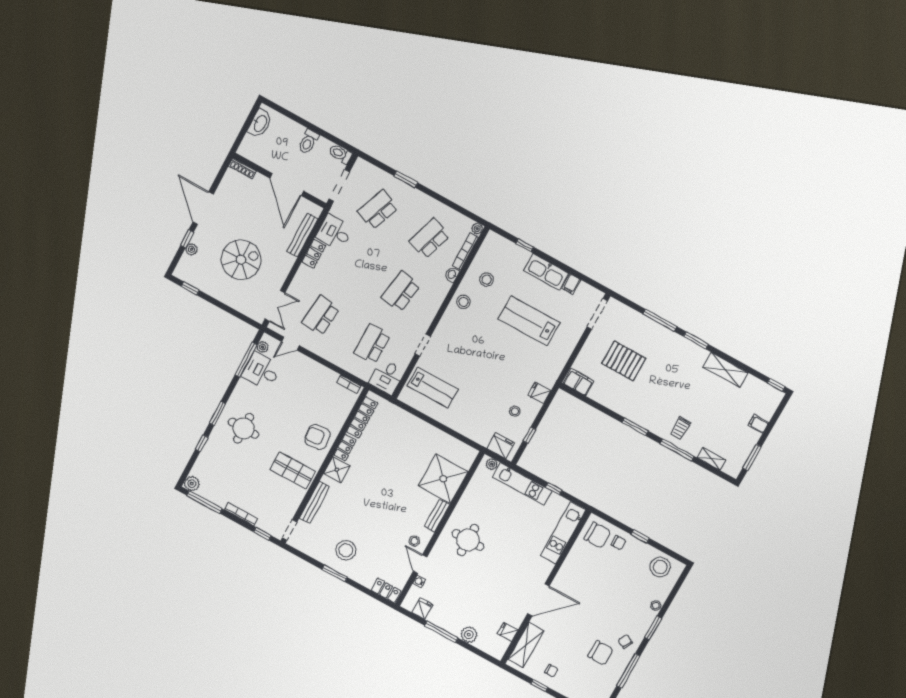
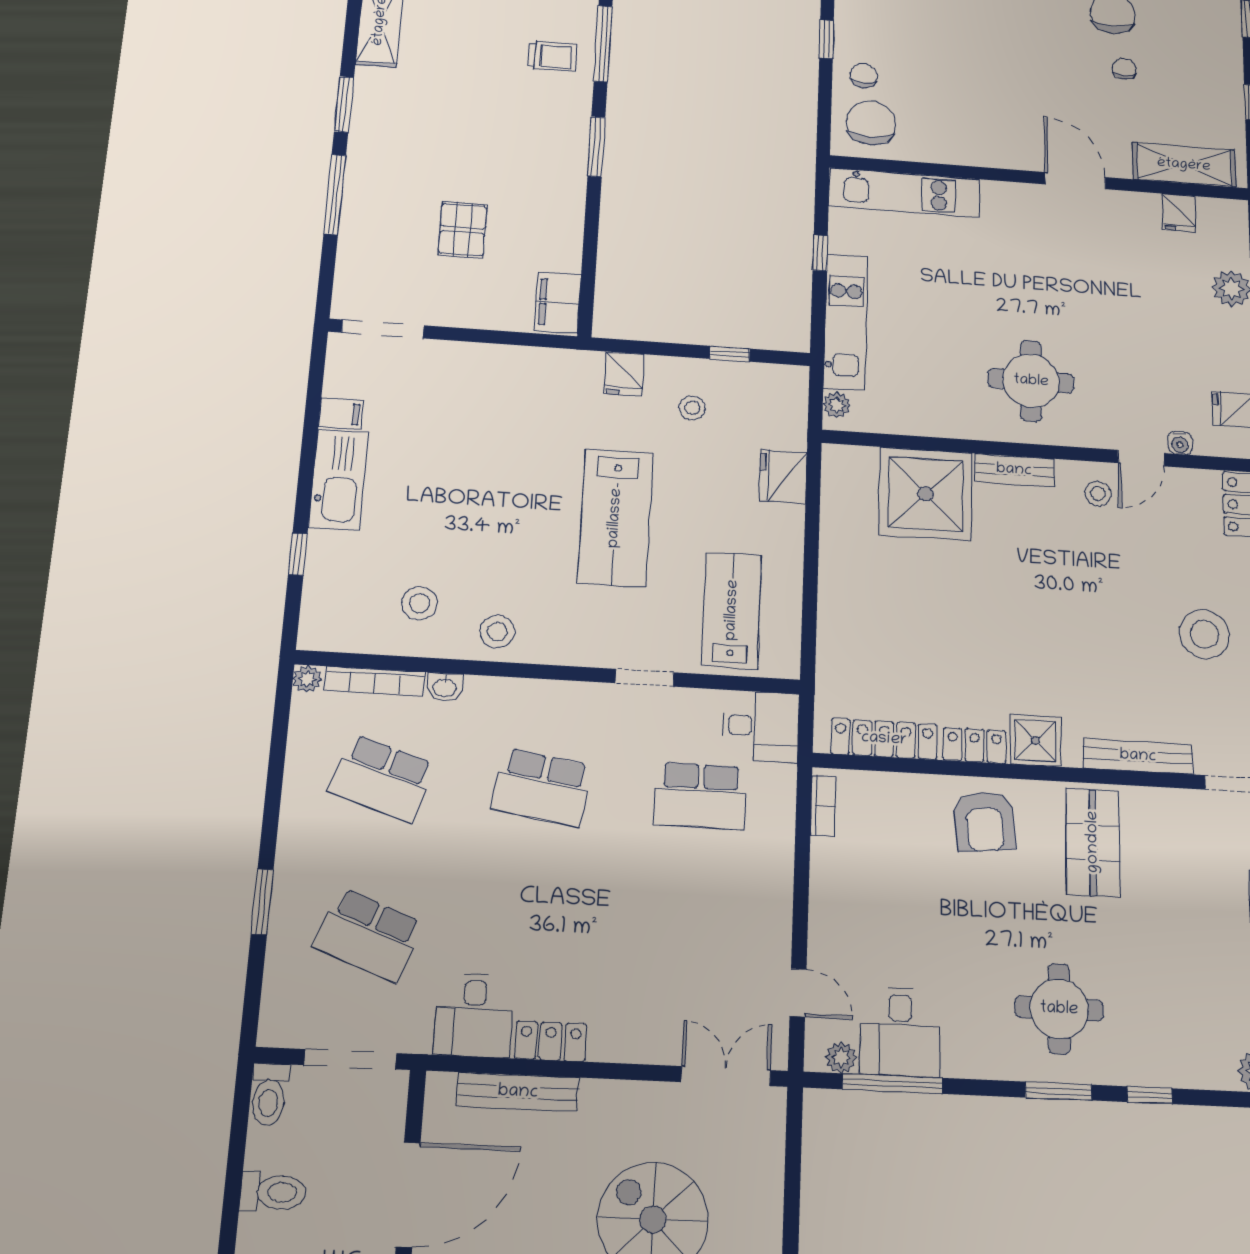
school desk: (321, 316) -> (694, 951), removed
lab bench: (529, 321) -> (615, 518), moved
pallet: (624, 361) -> (463, 230), width x0.67, depth x0.71
fridge: (501, 446) -> (783, 477), moved
door: (538, 600) -> (1075, 181), width x0.73
chair: (551, 671) -> (1124, 69), moved

